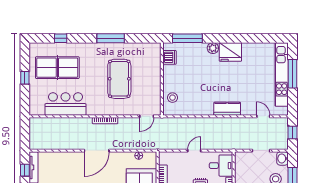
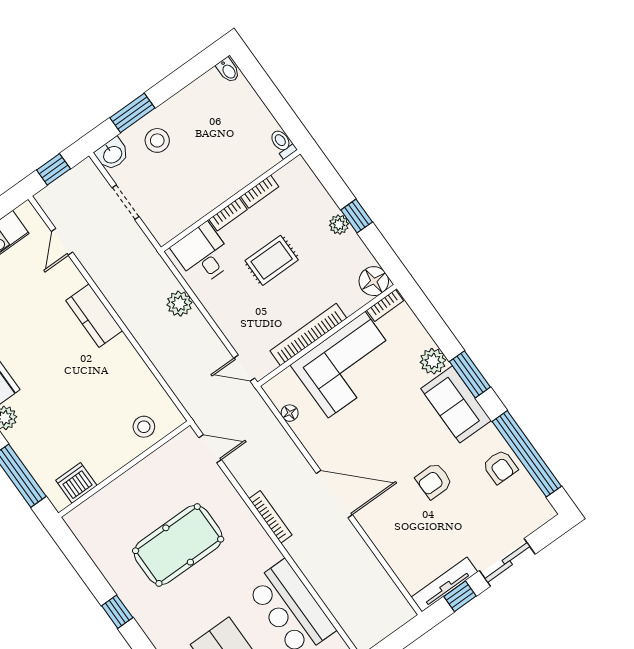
window: (111, 38) -> (117, 612), width x0.46
plant: (209, 144) -> (179, 304), added
door: (194, 151) -> (244, 368), moved

